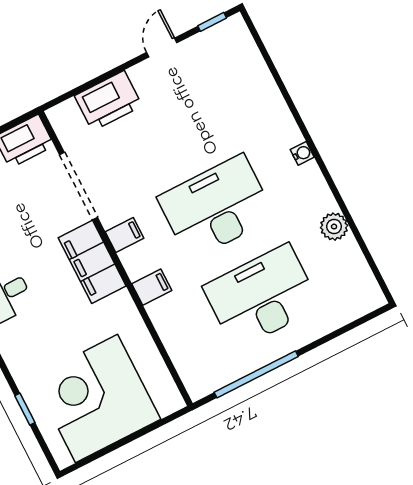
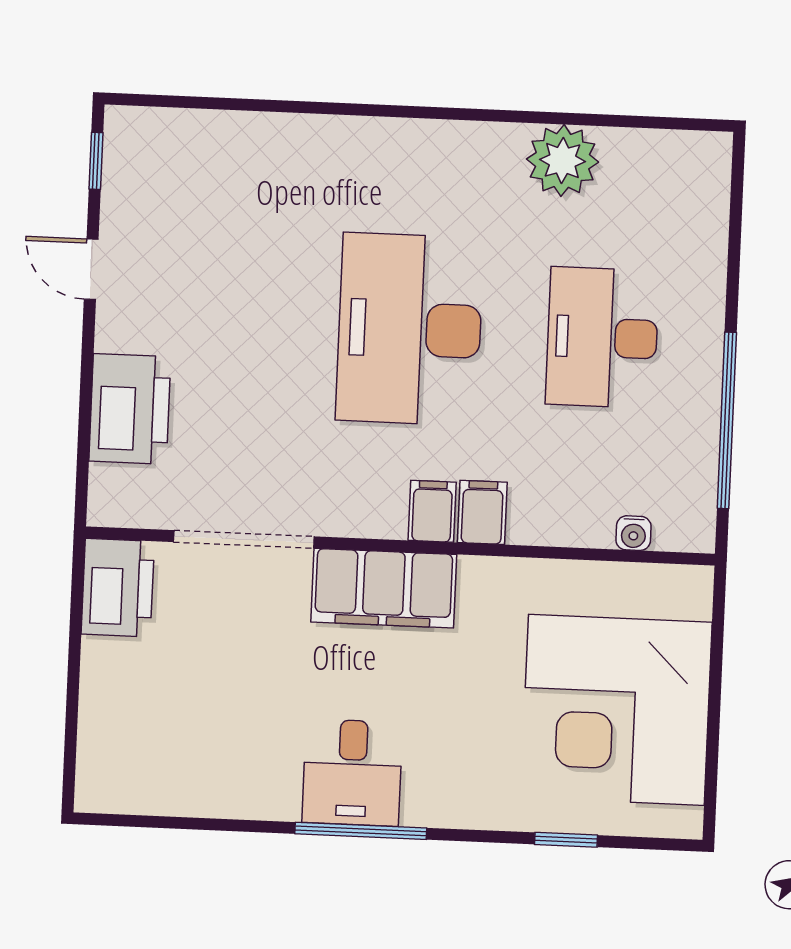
water cooler: (302, 153) -> (633, 533), moved, turned 180
plant: (334, 227) -> (562, 161), width x1.36, depth x1.36
filing cabinet: (125, 235) -> (432, 511), moved
desk: (262, 297) -> (602, 338), width x0.73, depth x0.77

